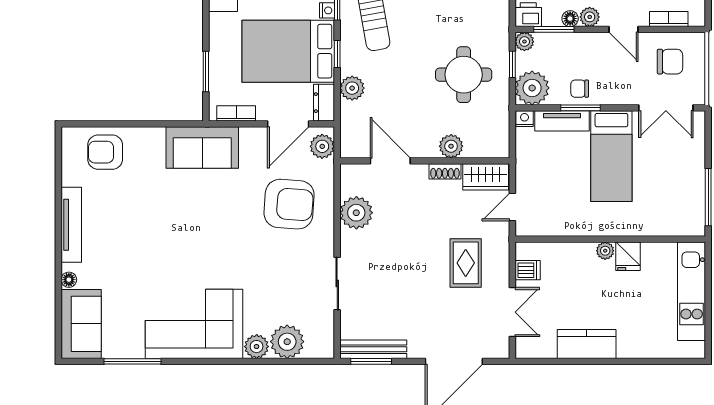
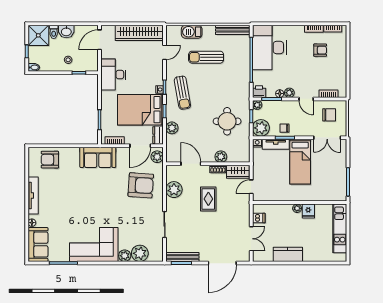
rug: (466, 263) -> (208, 199), moved

